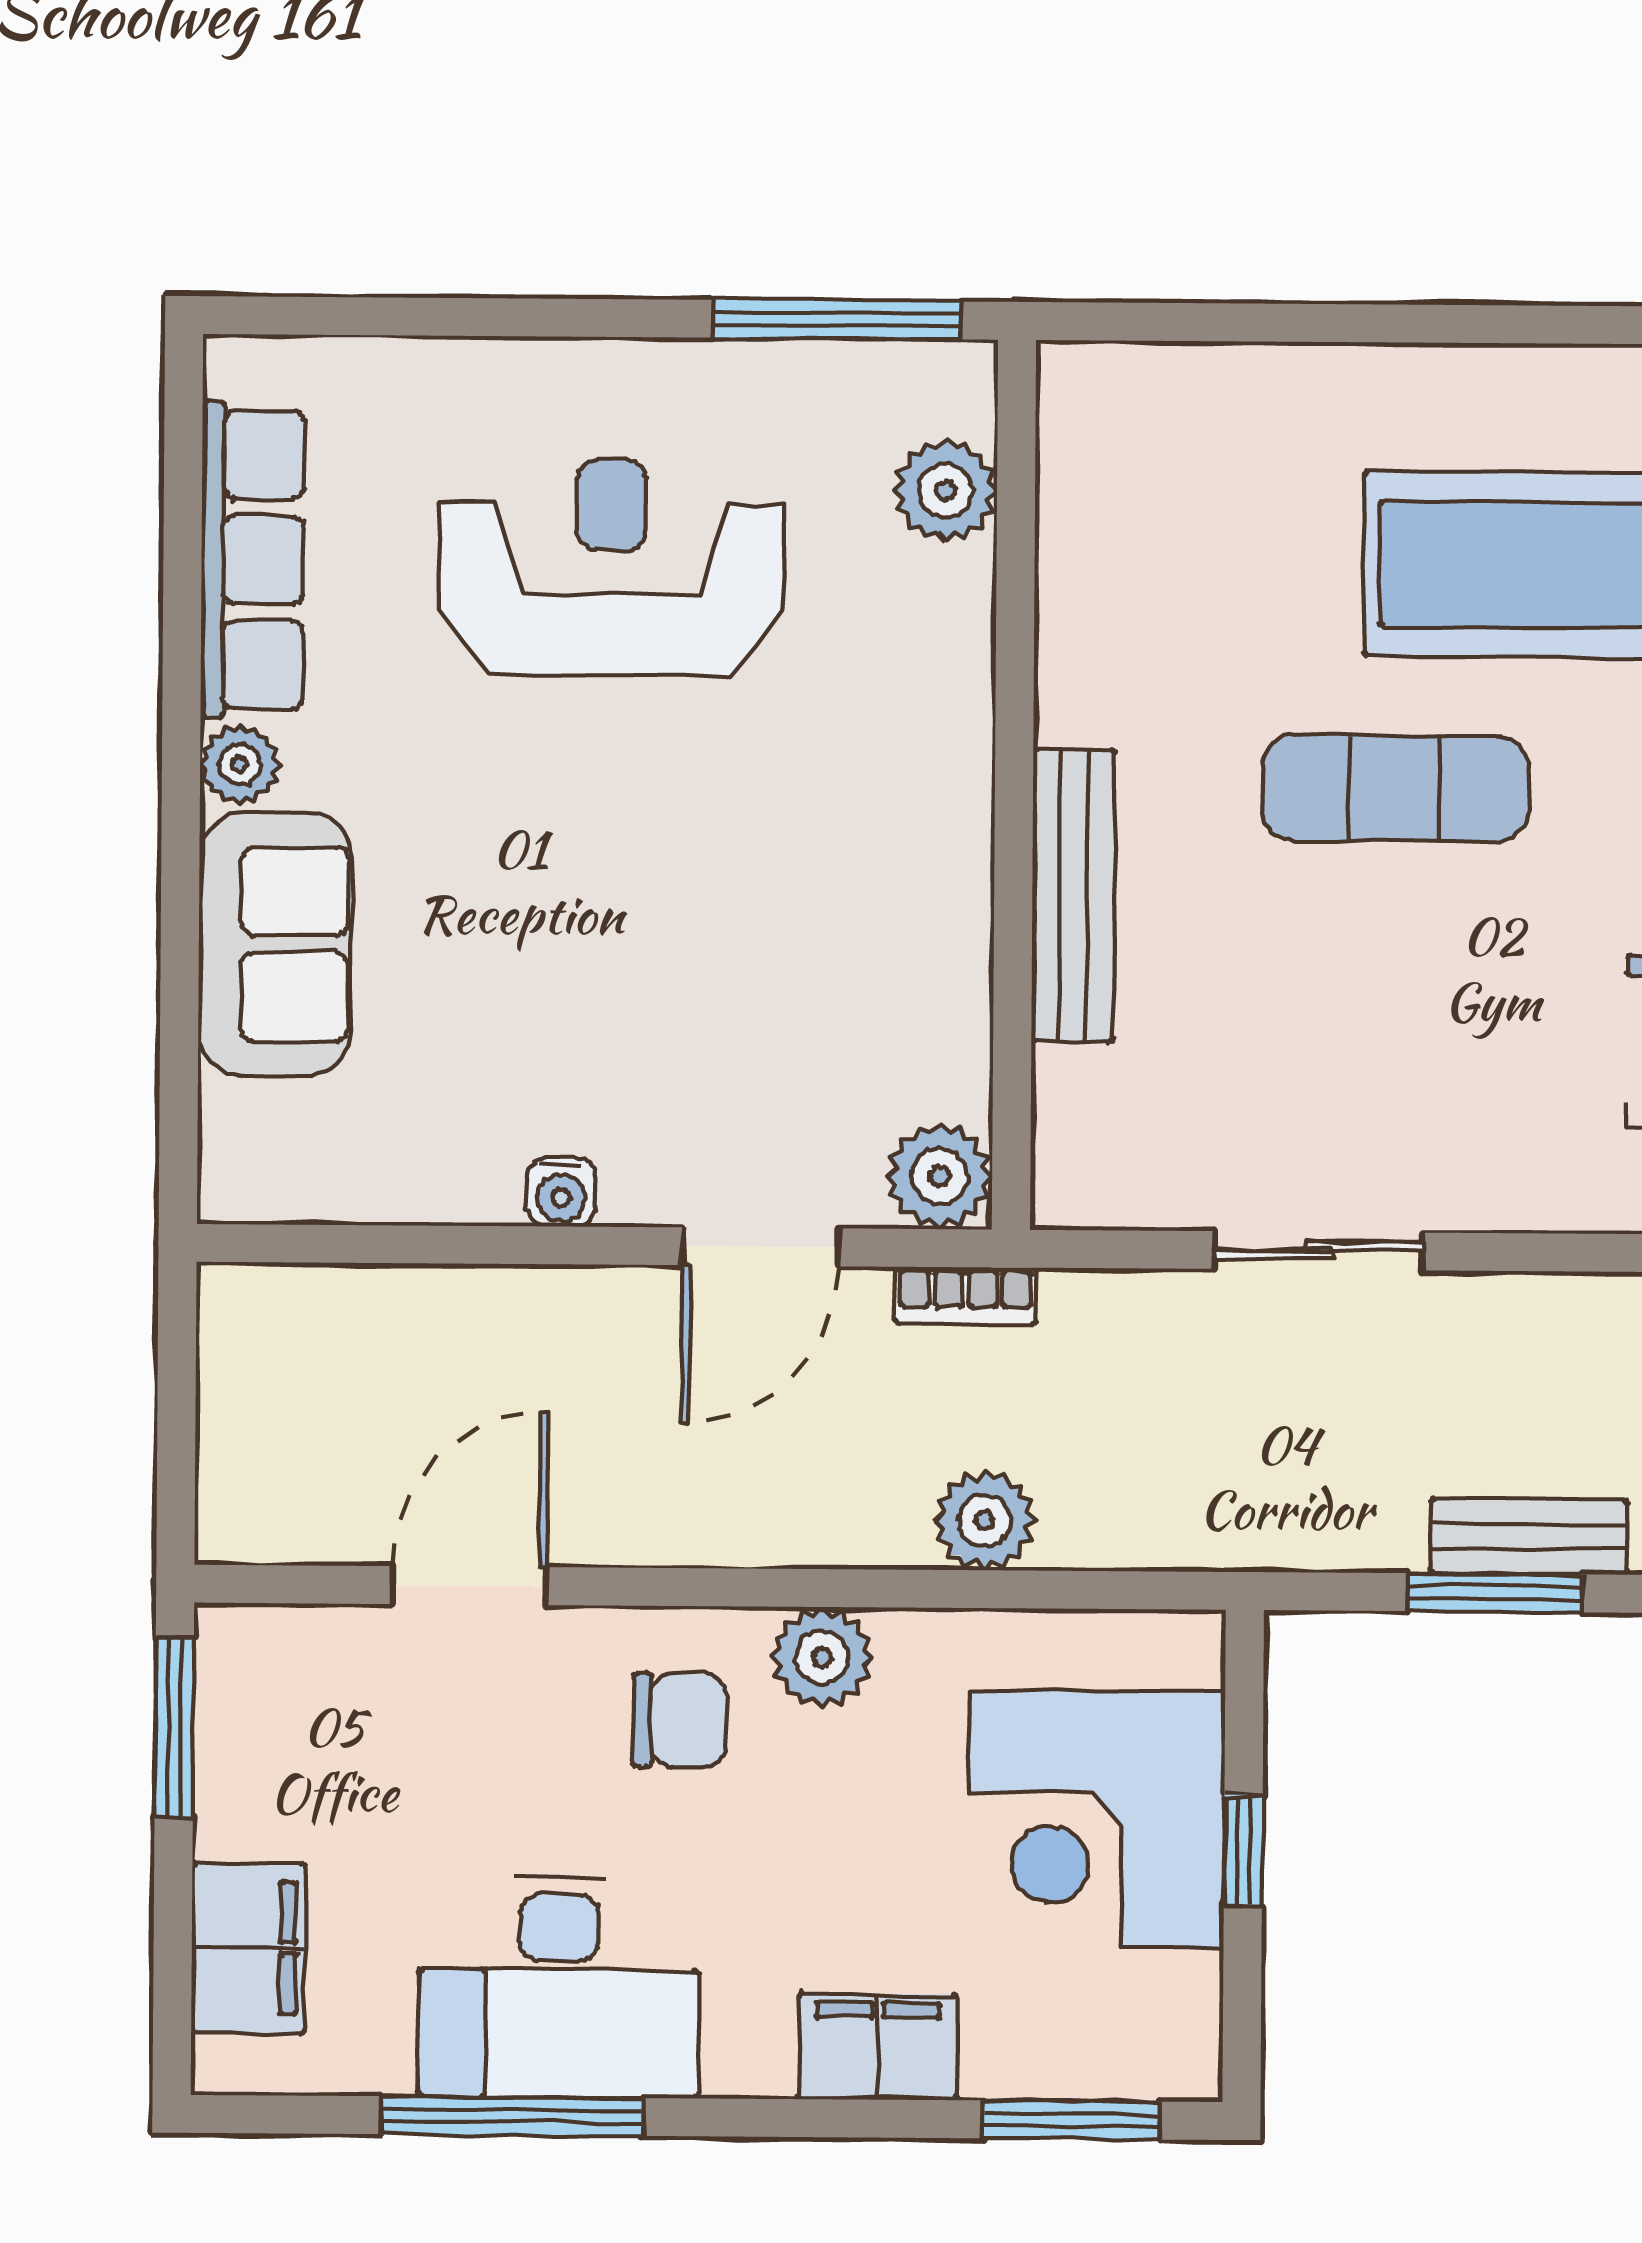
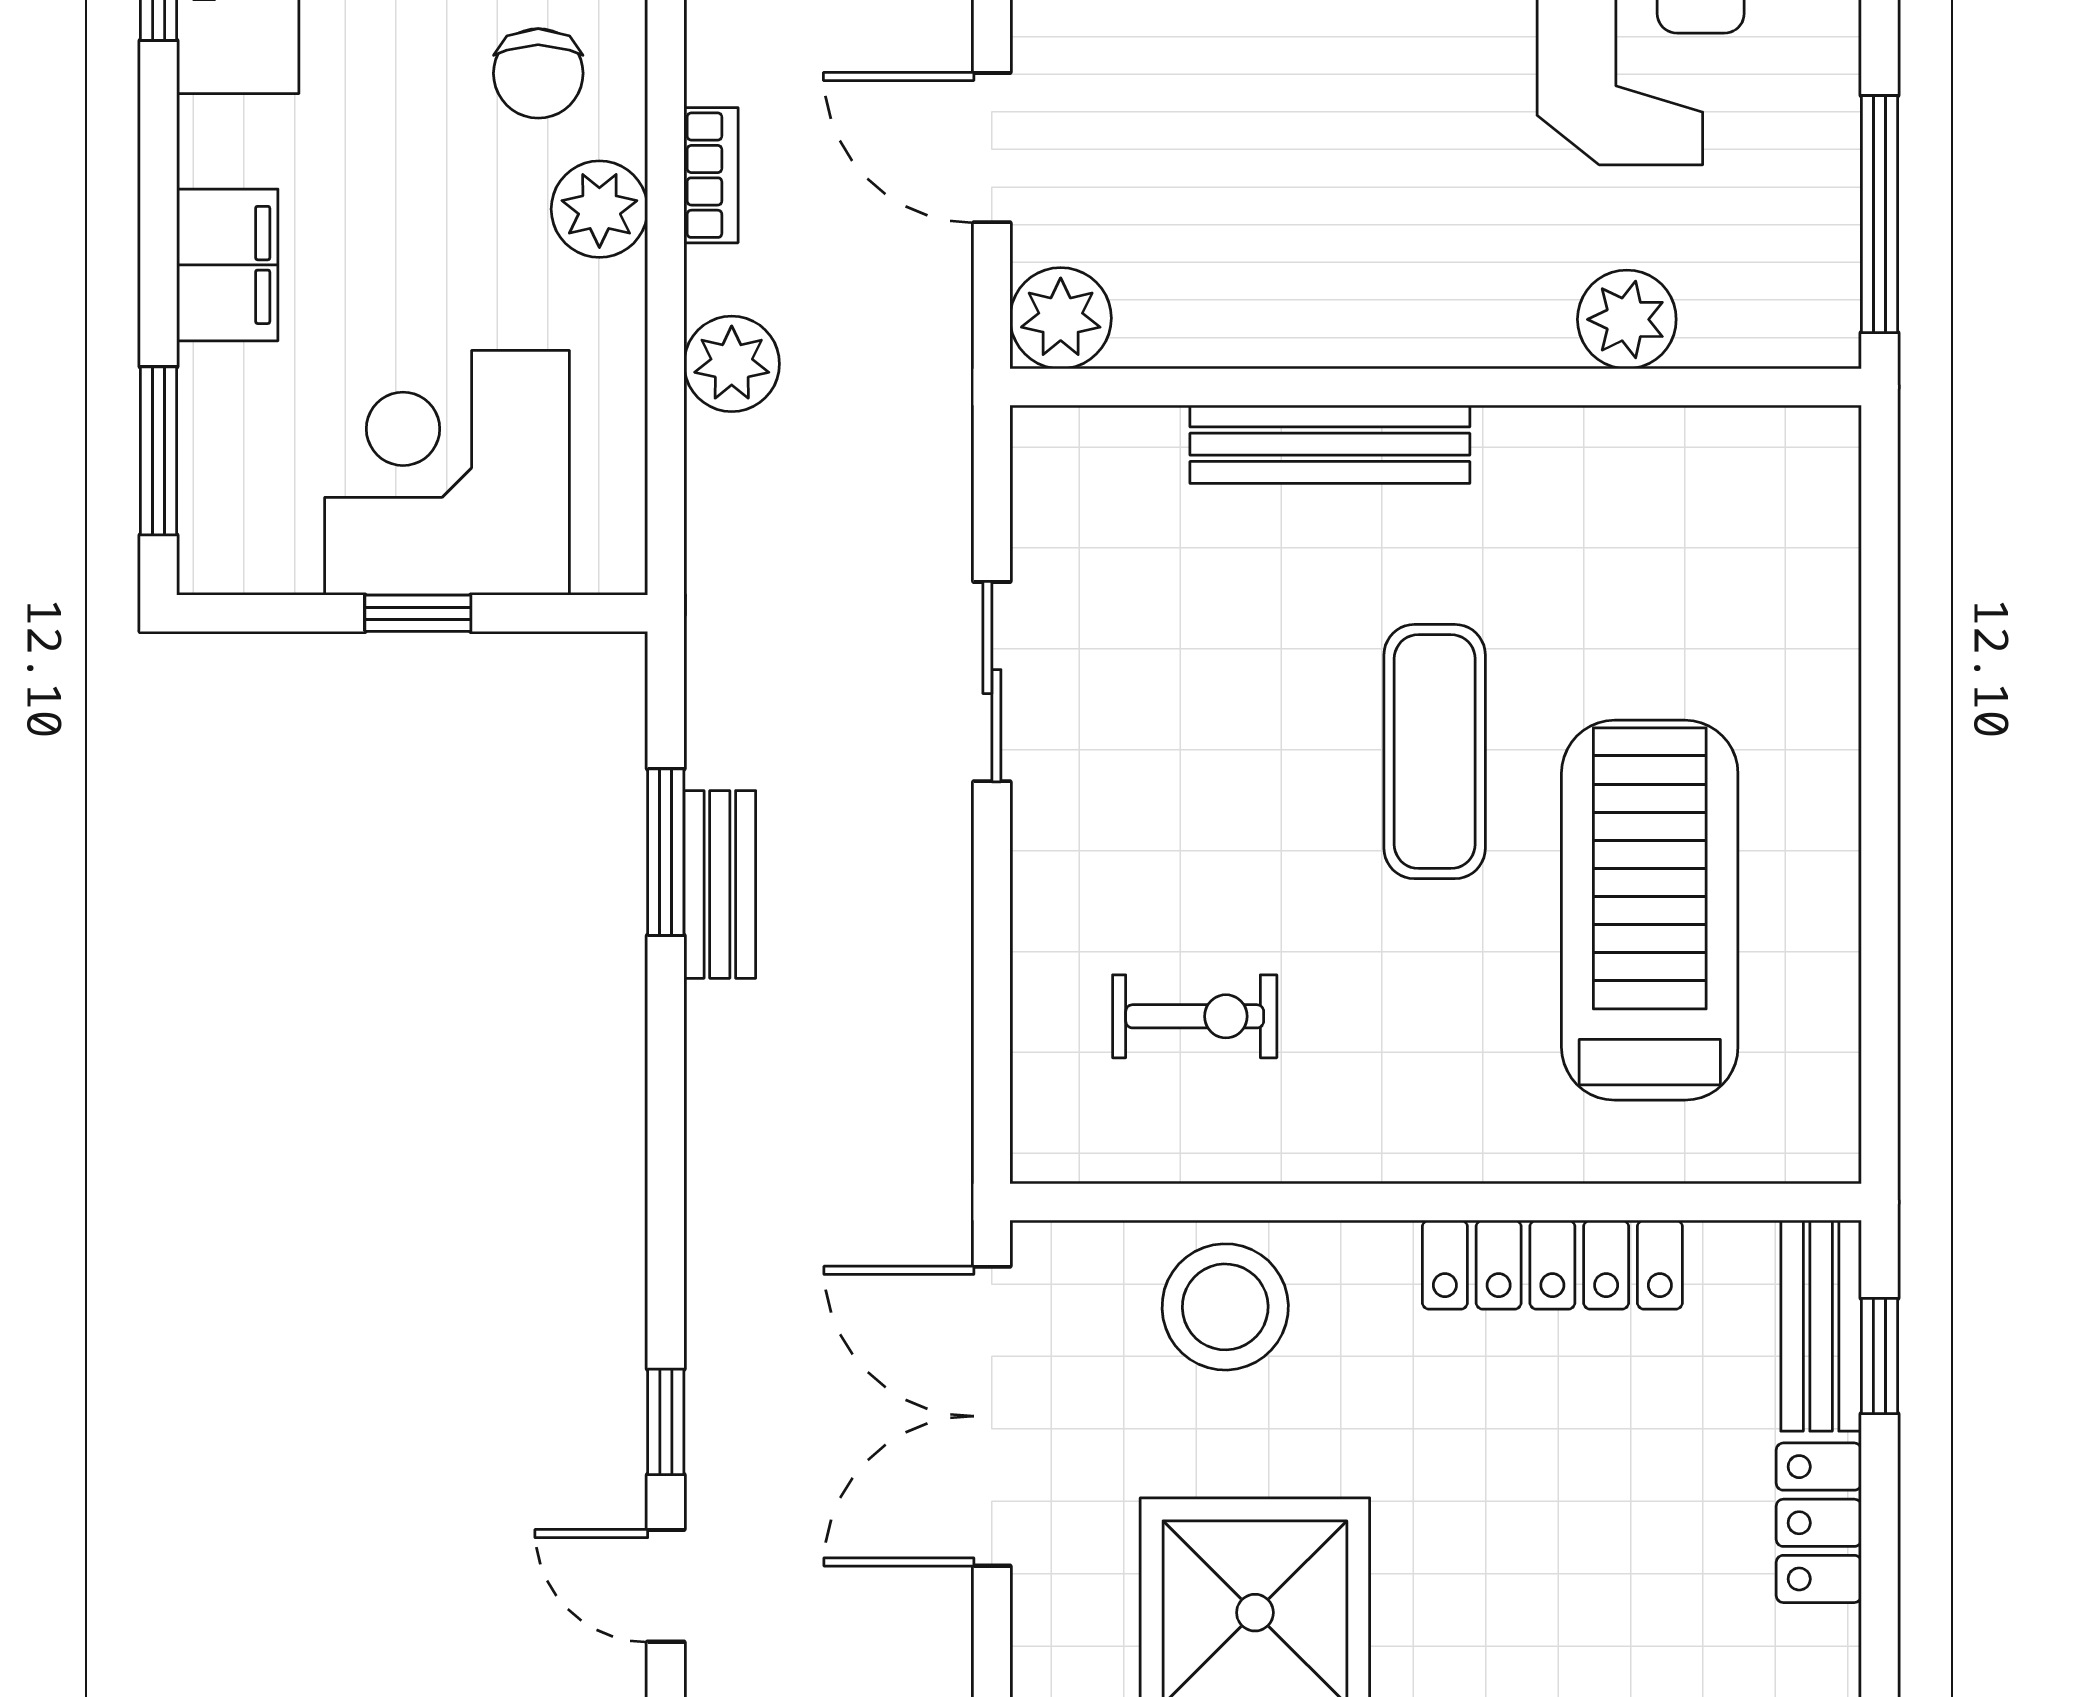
plant: (945, 490) -> (1627, 319), moved
bookcase: (966, 1295) -> (711, 175), moved, turned 180

